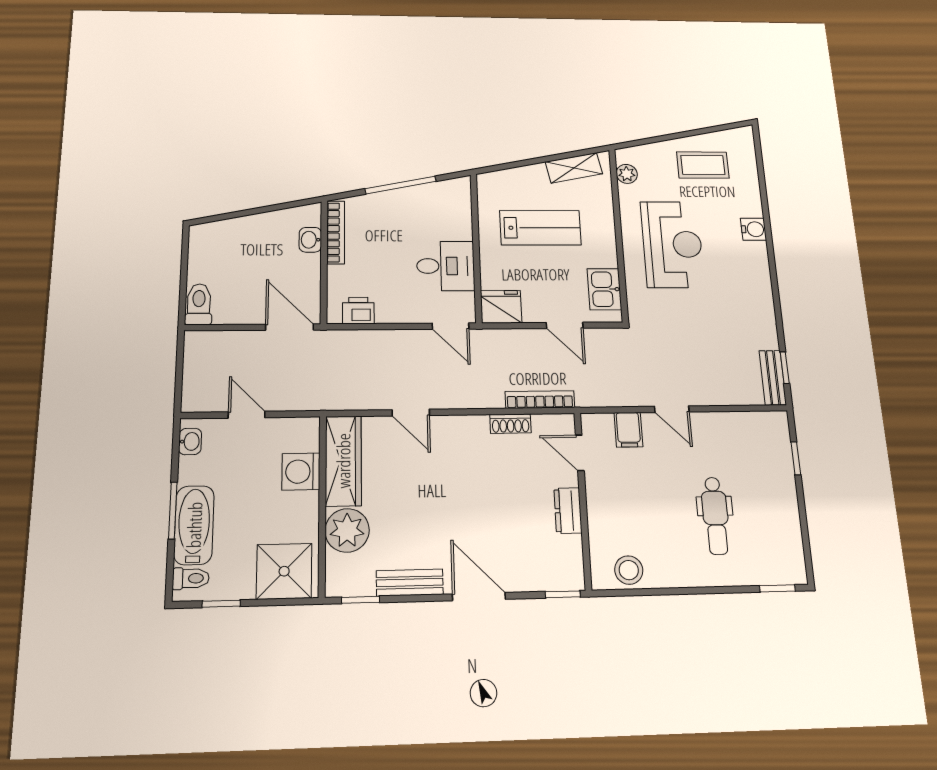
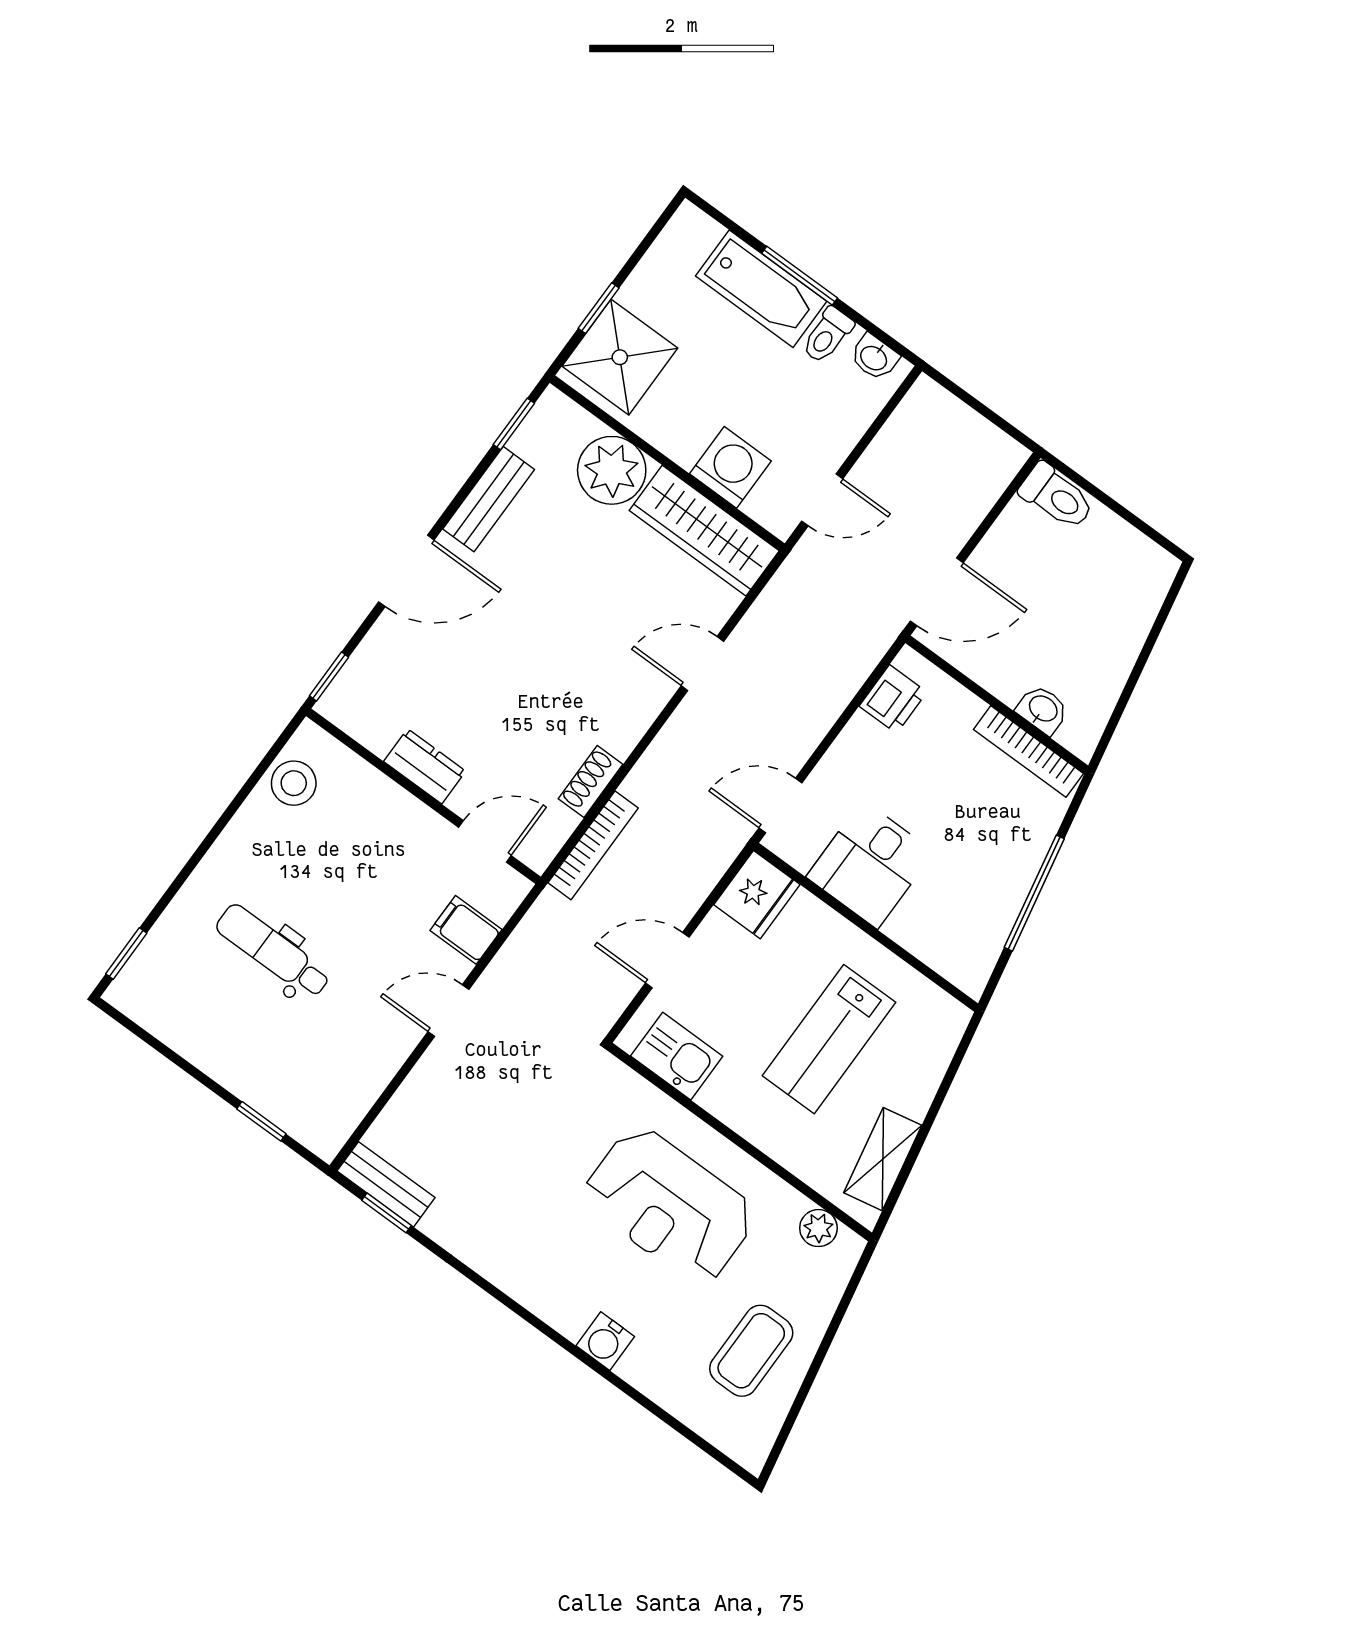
door: (247, 415) -> (822, 500), moved
toilet: (191, 578) -> (827, 335), moved
window: (221, 604) -> (599, 308), moved

